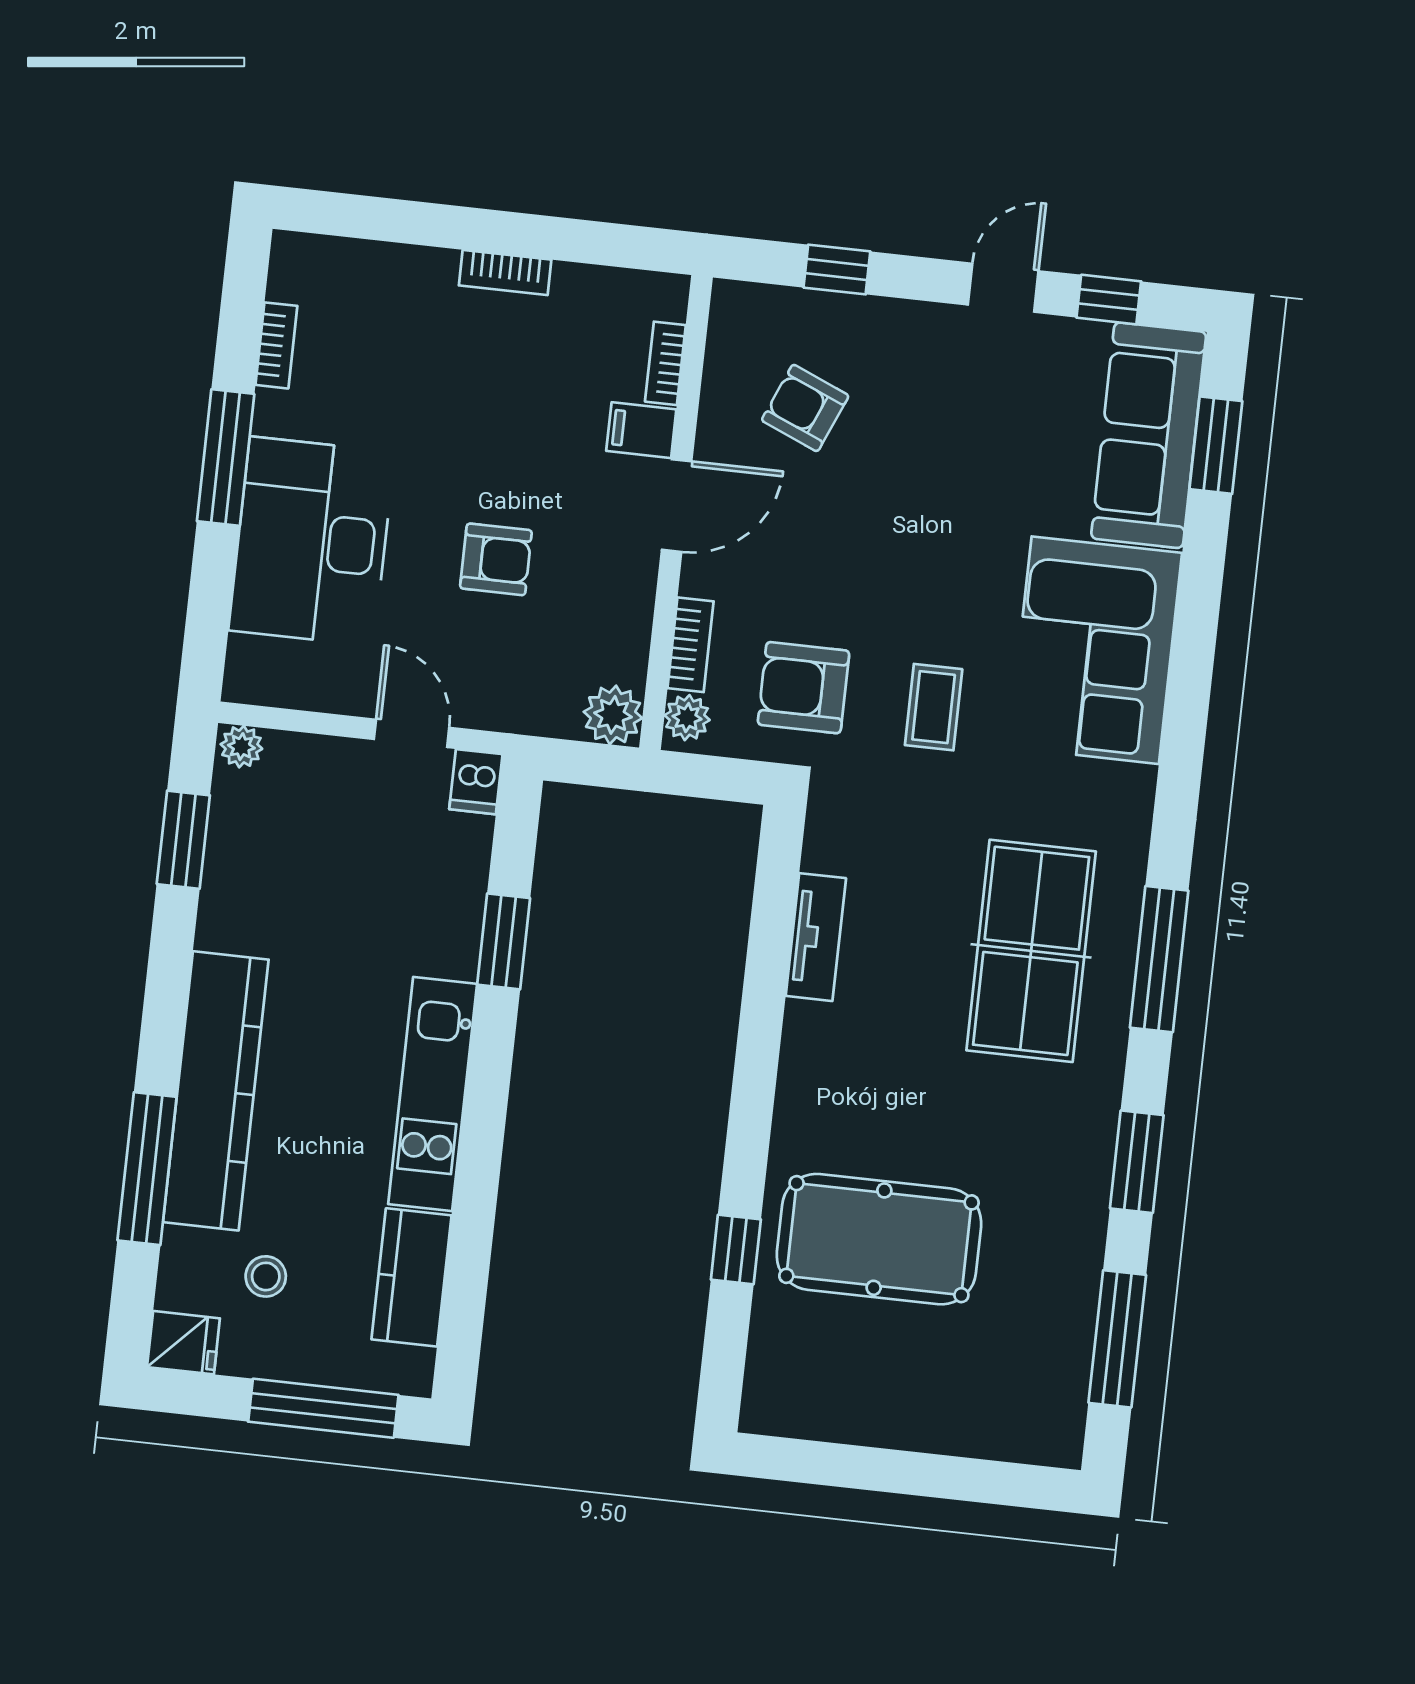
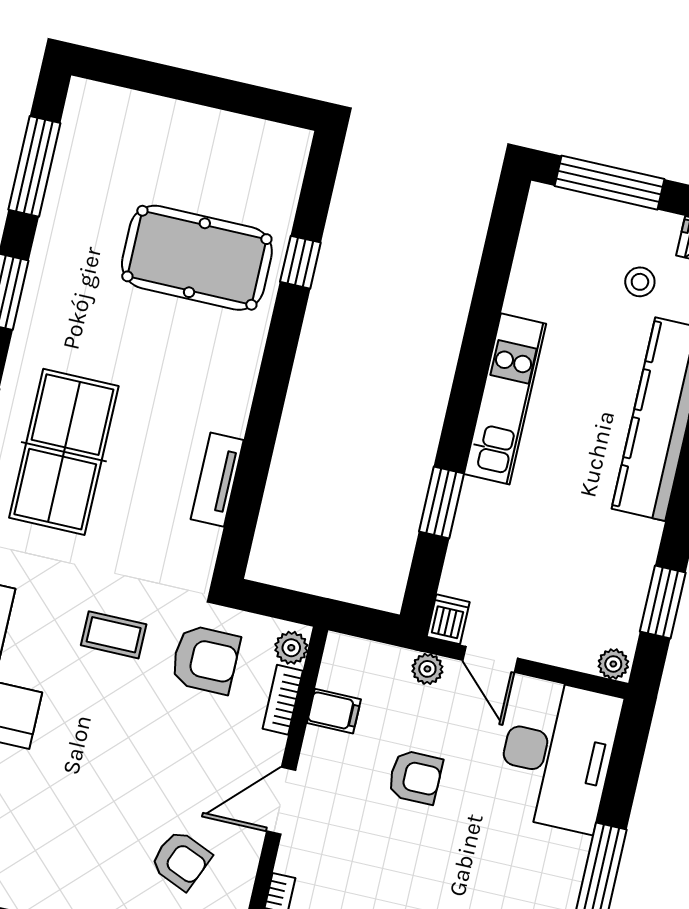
filing cabinet: (641, 430) -> (334, 711), moved
desk: (312, 541) -> (557, 755), moved
armchair: (496, 559) -> (415, 777), turned 180
coffee table: (934, 707) -> (114, 635), turned 90
plant: (613, 715) -> (427, 669), moved, width x0.73, depth x0.73
kitchen counter: (412, 1277) -> (535, 269), removed

